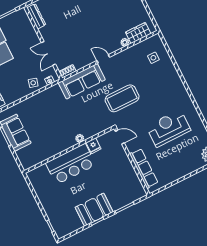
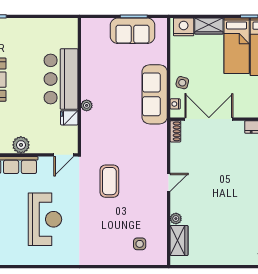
double door: (48, 53) -> (209, 119), width x1.37
sofa: (82, 81) -> (155, 94), moved
coffee table: (122, 98) -> (109, 181), width x0.73, depth x0.76
plant: (127, 169) -> (21, 145), added

